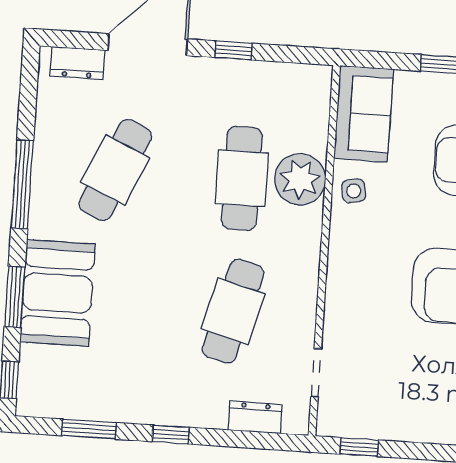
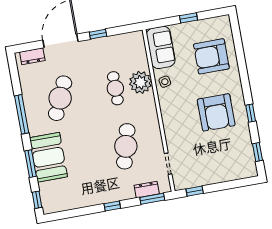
cafe table: (242, 178) -> (115, 88), width x0.73, depth x0.74
window: (89, 429) -> (152, 199), moved

